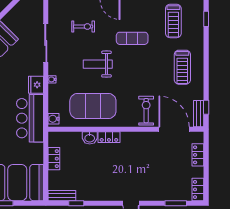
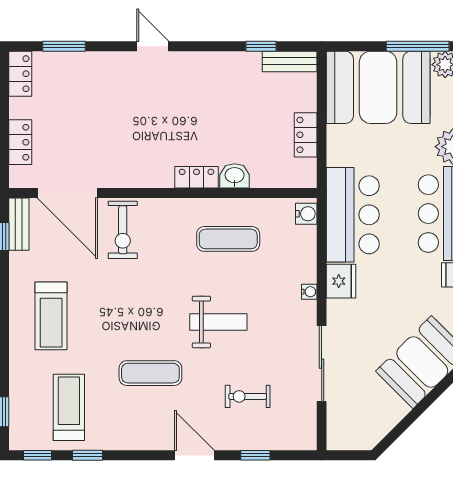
treadmill: (182, 67) -> (51, 316), turned 180
exercise mat: (93, 106) -> (228, 239), width x0.50, depth x0.69

